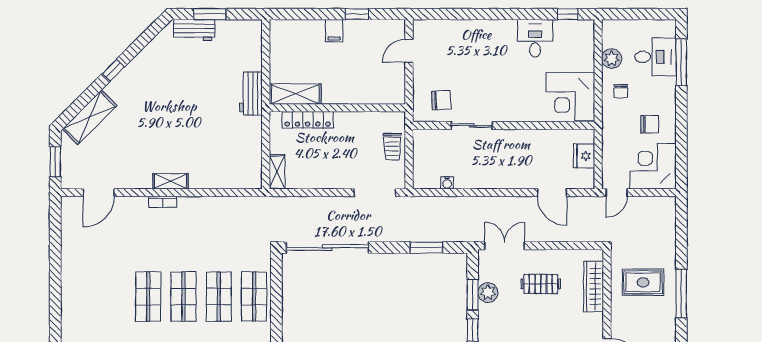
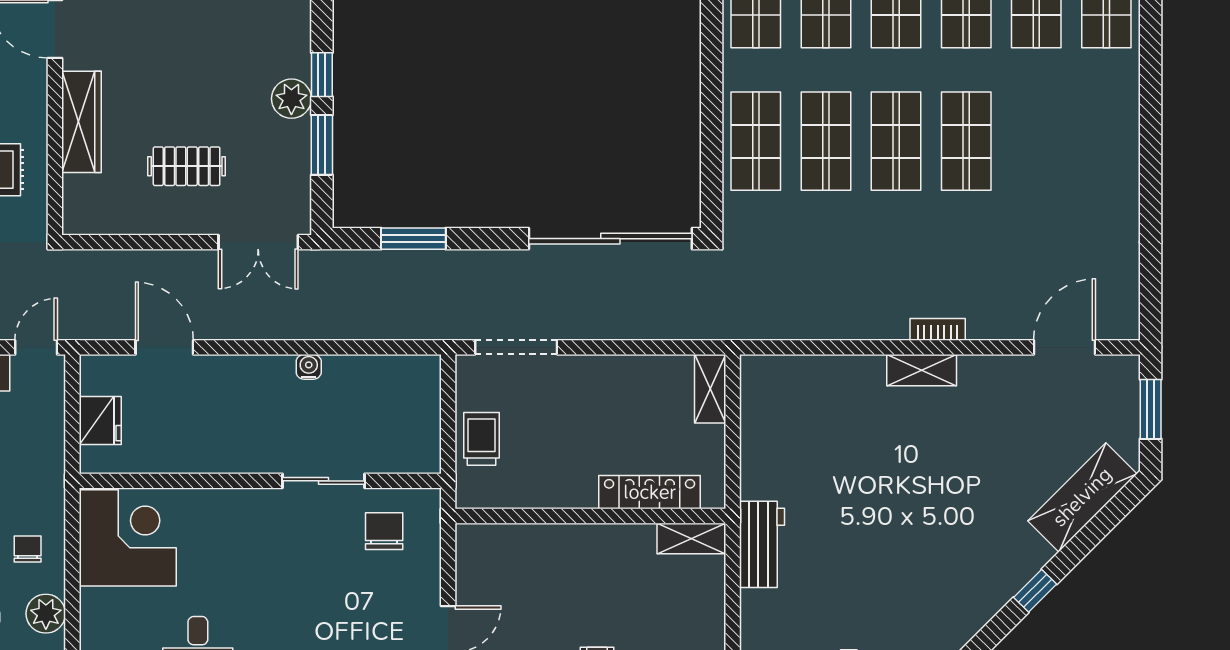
shelving: (295, 94) -> (691, 538), width x0.67, depth x0.75
chair: (441, 100) -> (384, 531), turned 93
water cooler: (447, 183) -> (309, 367), moved
wardrobe: (594, 287) -> (82, 122), moved
plant: (488, 293) -> (291, 99), moved

